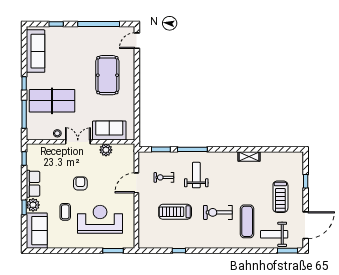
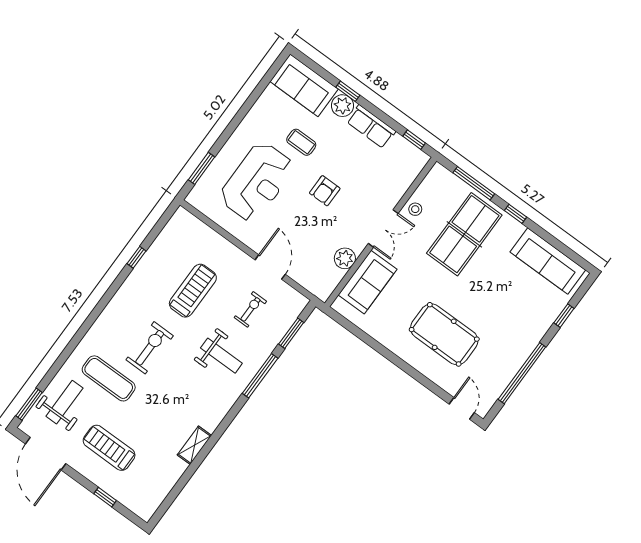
armchair: (80, 183) -> (325, 191), turned 90

